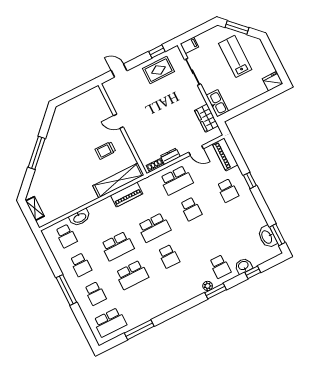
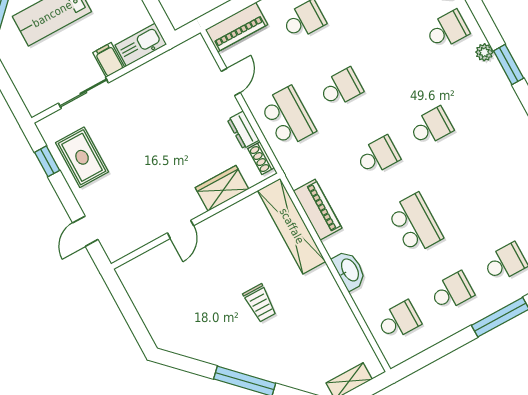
filing cabinet: (189, 45) -> (109, 60), moved
wardrobe: (206, 118) -> (222, 188), moved, turned 180
trolley: (105, 150) -> (260, 303), moved
washbasin: (80, 218) -> (349, 270), moved
school desk: (154, 228) -> (378, 156), width x0.54
school desk: (132, 275) -> (468, 195), removed
window: (216, 291) -> (509, 64), moved

